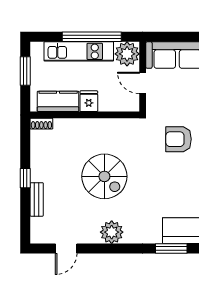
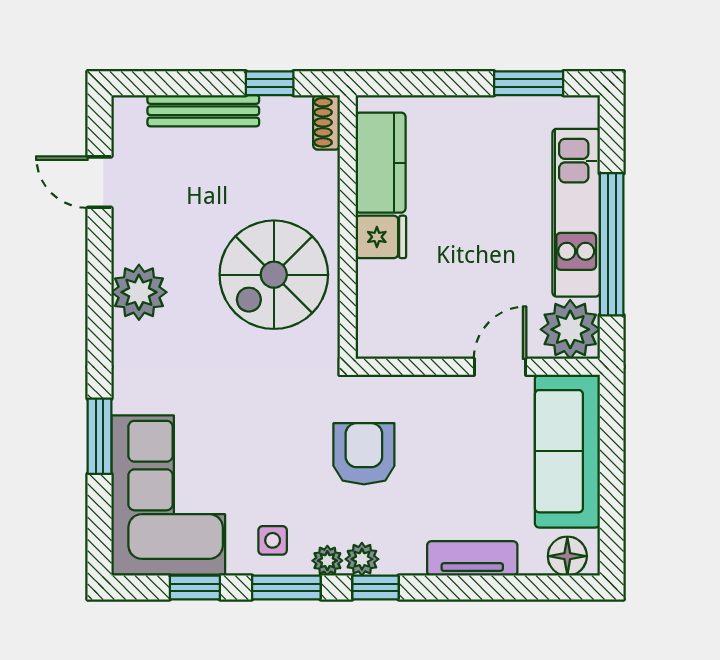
kitchen counter: (58, 101) -> (381, 163), moved
fridge: (89, 101) -> (381, 237), moved
wall: (85, 115) -> (348, 227), moved
shoe rack: (41, 124) -> (327, 122), moved
bench: (37, 199) -> (203, 111), width x1.36

